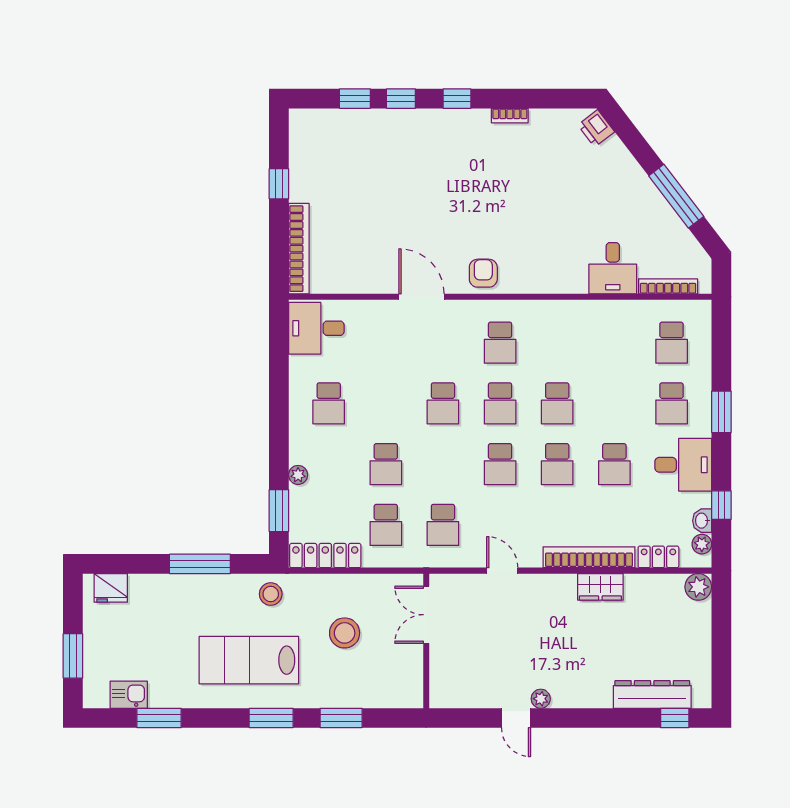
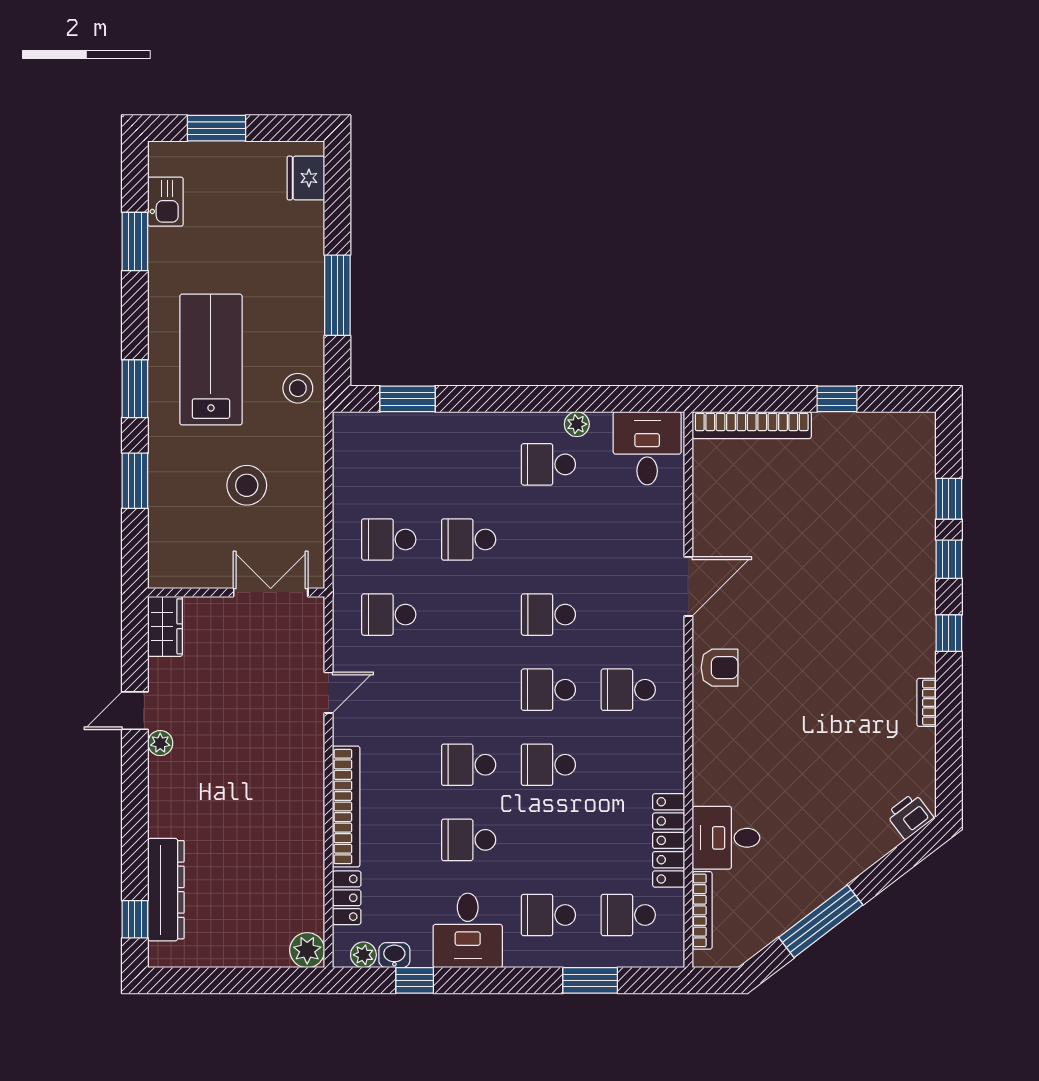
window: (721, 412) -> (590, 980), moved
school desk: (500, 464) -> (469, 690), removed
plant: (298, 475) -> (577, 424), moved
locker: (325, 556) -> (669, 840), moved, turned 180
wardrobe: (600, 587) -> (165, 626), moved, turned 180

